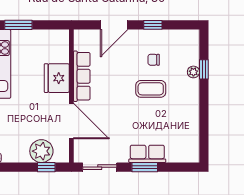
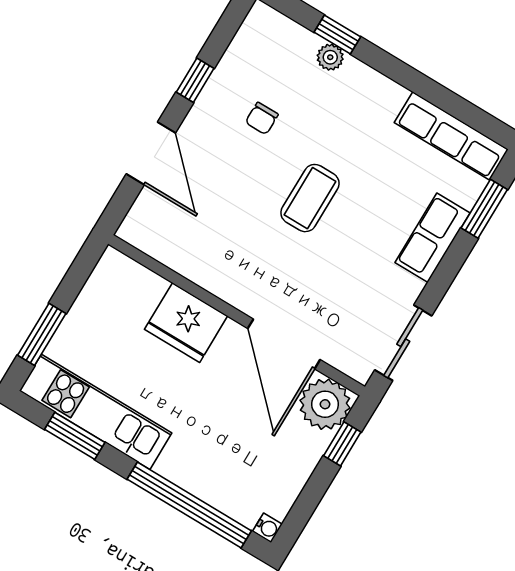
row of seats: (82, 76) -> (451, 136), moved, turned 180
coffee table: (151, 89) -> (310, 198), moved
door: (71, 121) -> (284, 344), swing flipped
plant: (41, 151) -> (325, 404), moved
window: (145, 167) -> (484, 209), moved

